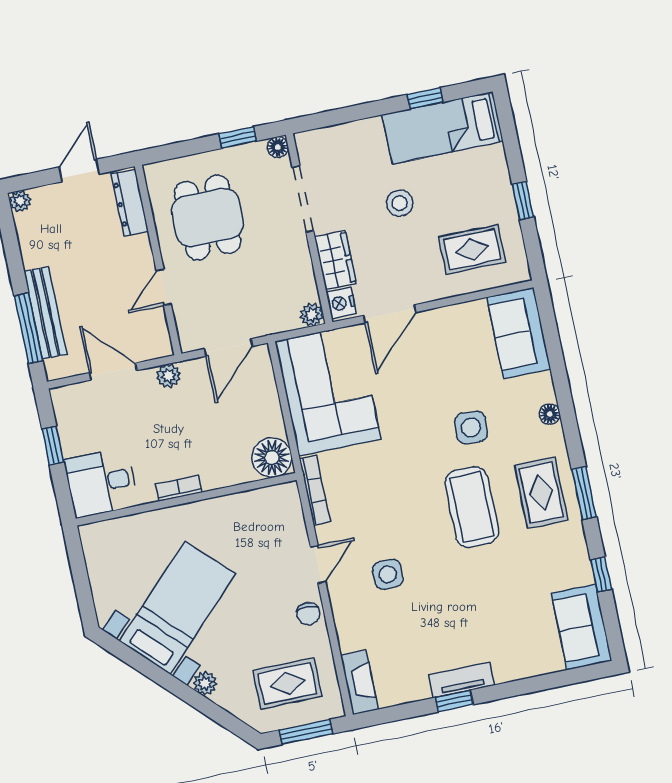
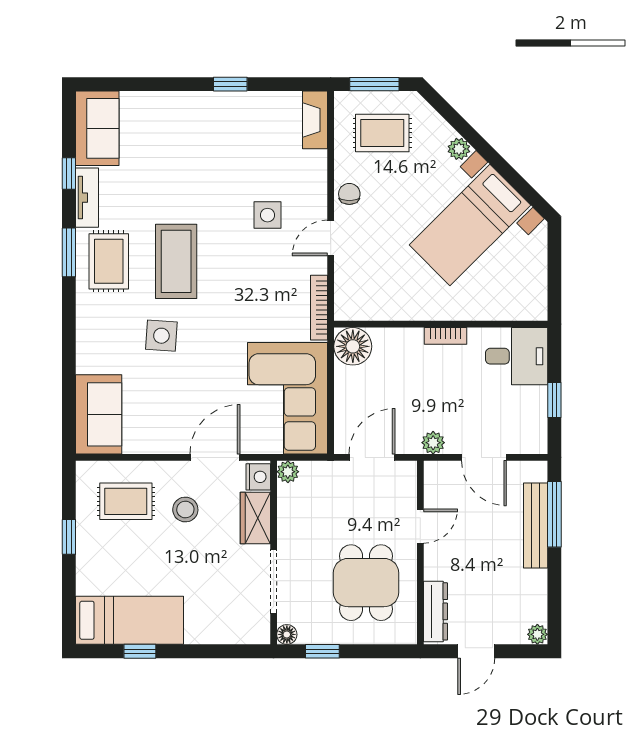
stool: (400, 203) -> (185, 510), moved
floor lamp: (550, 414) -> (85, 333), removed
tv unit: (461, 680) -> (87, 198), moved, turned -90

